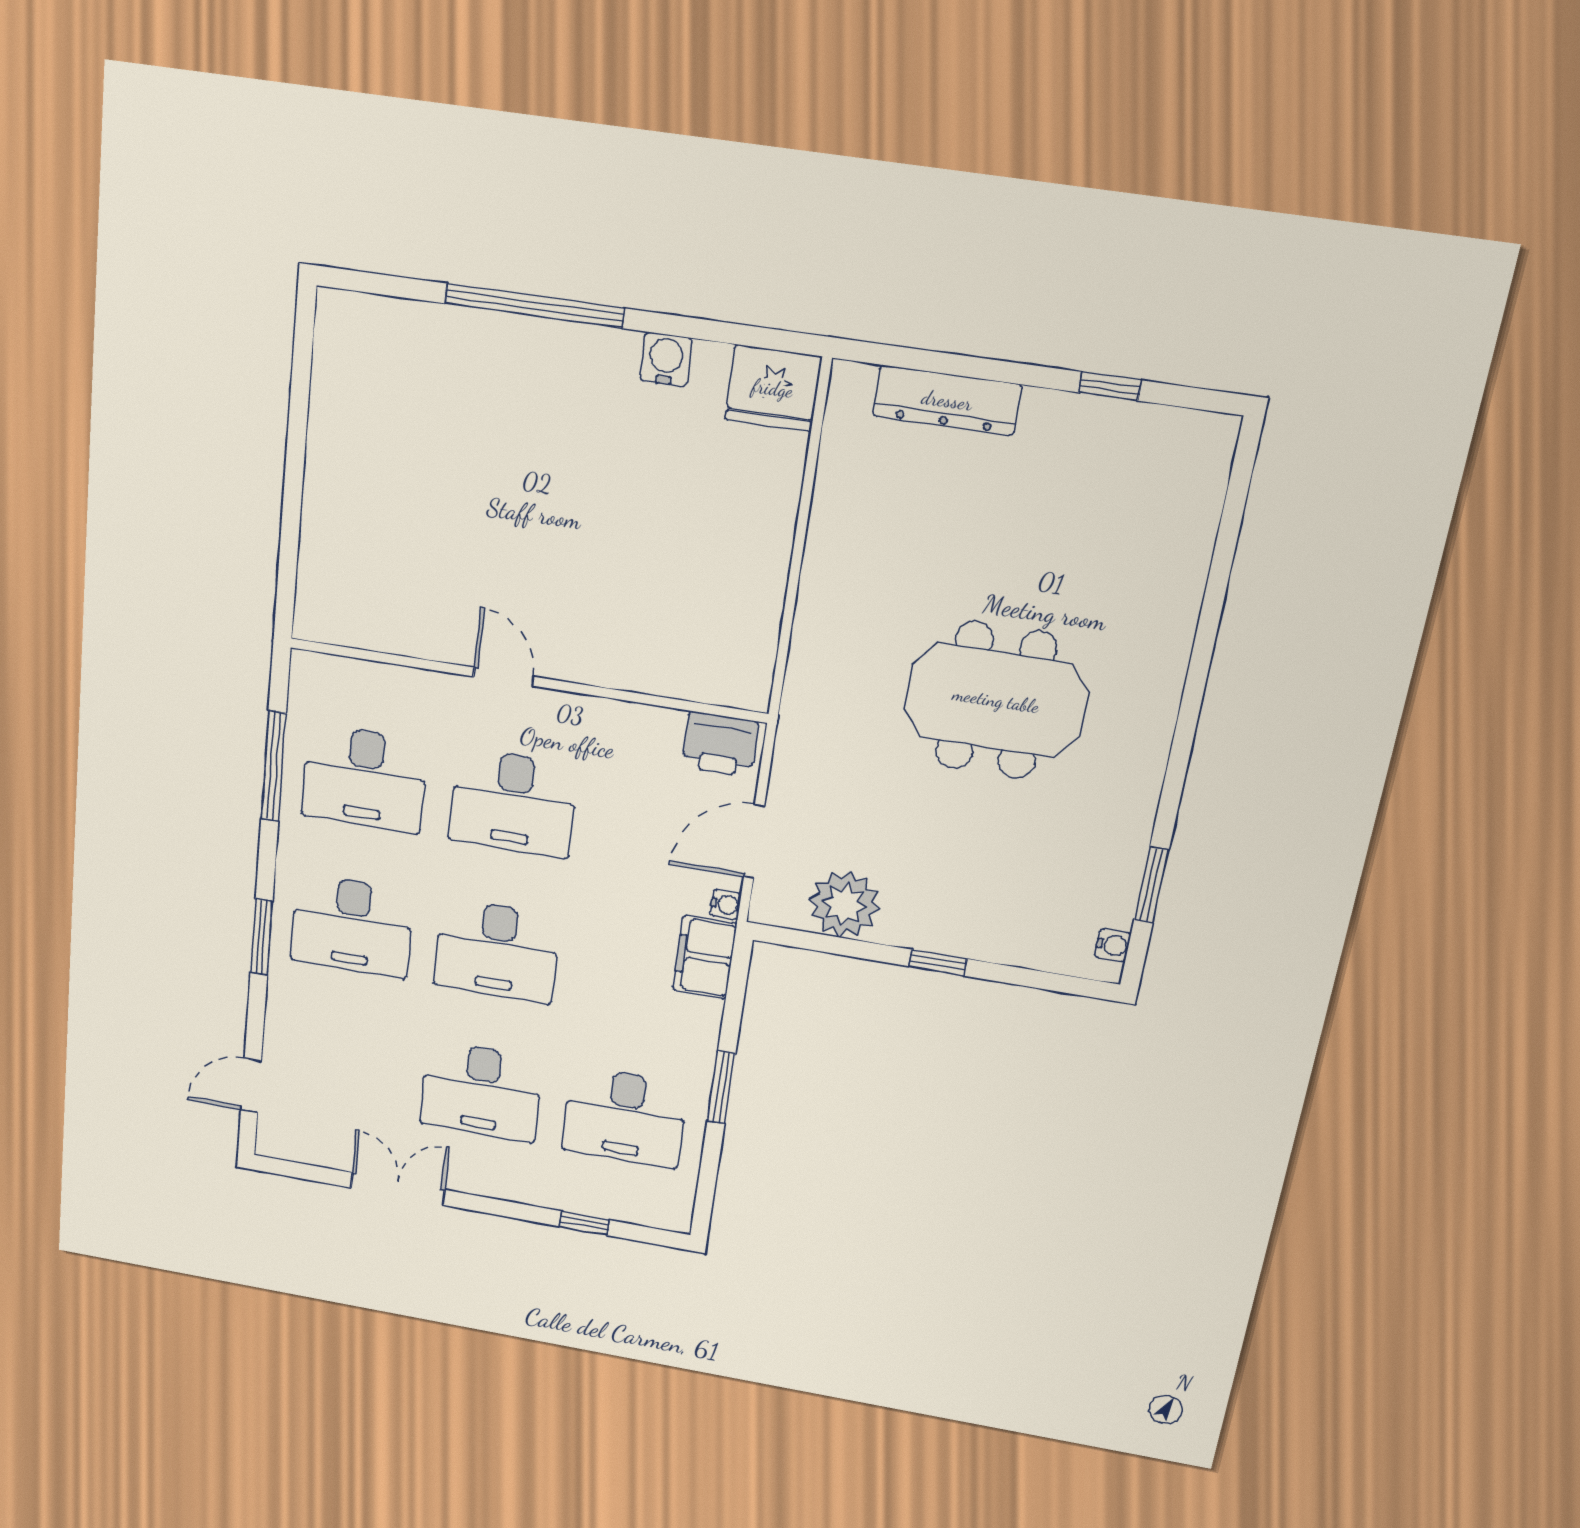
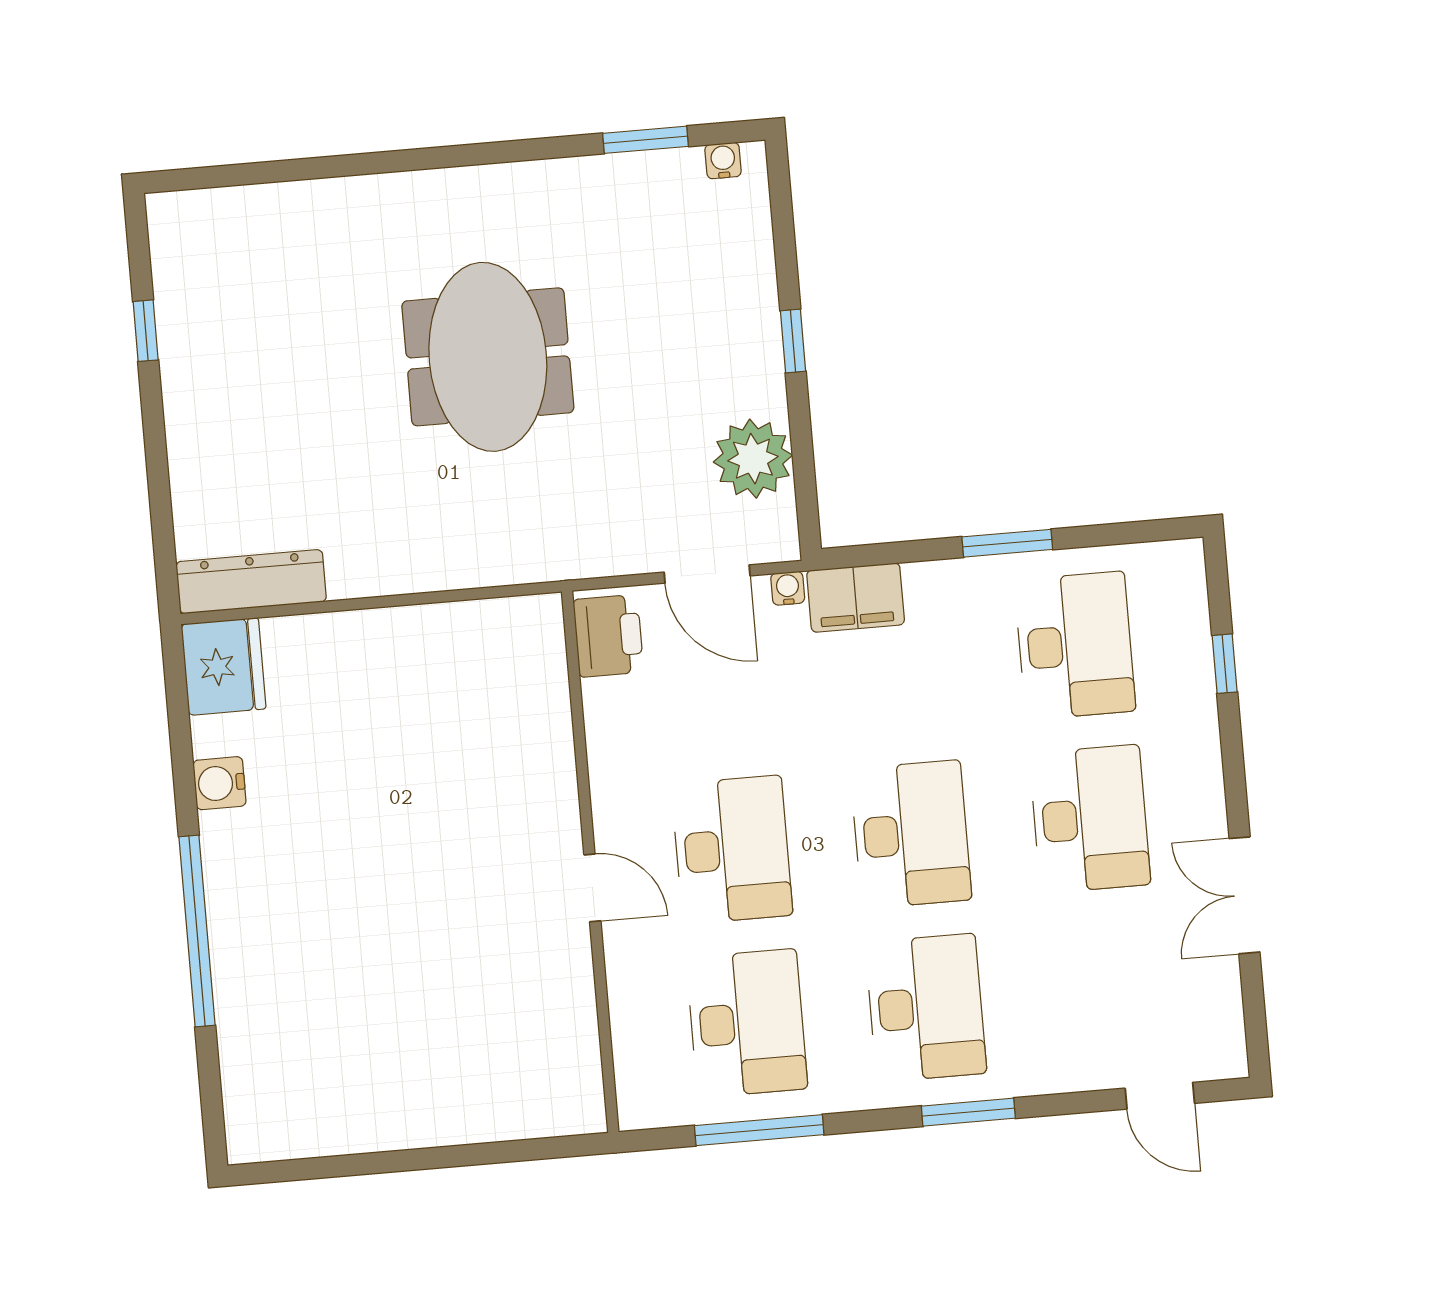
dresser: (947, 400) -> (251, 582), moved, turned -90
door: (504, 677) -> (592, 888), swing flipped

